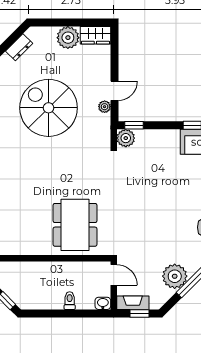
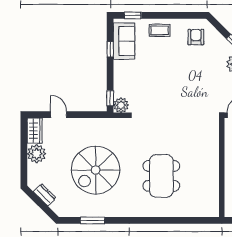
door: (114, 91) -> (59, 115), moved
plant: (105, 107) -> (95, 123), removed
dining table: (75, 225) -> (161, 176), moved, turned 90

